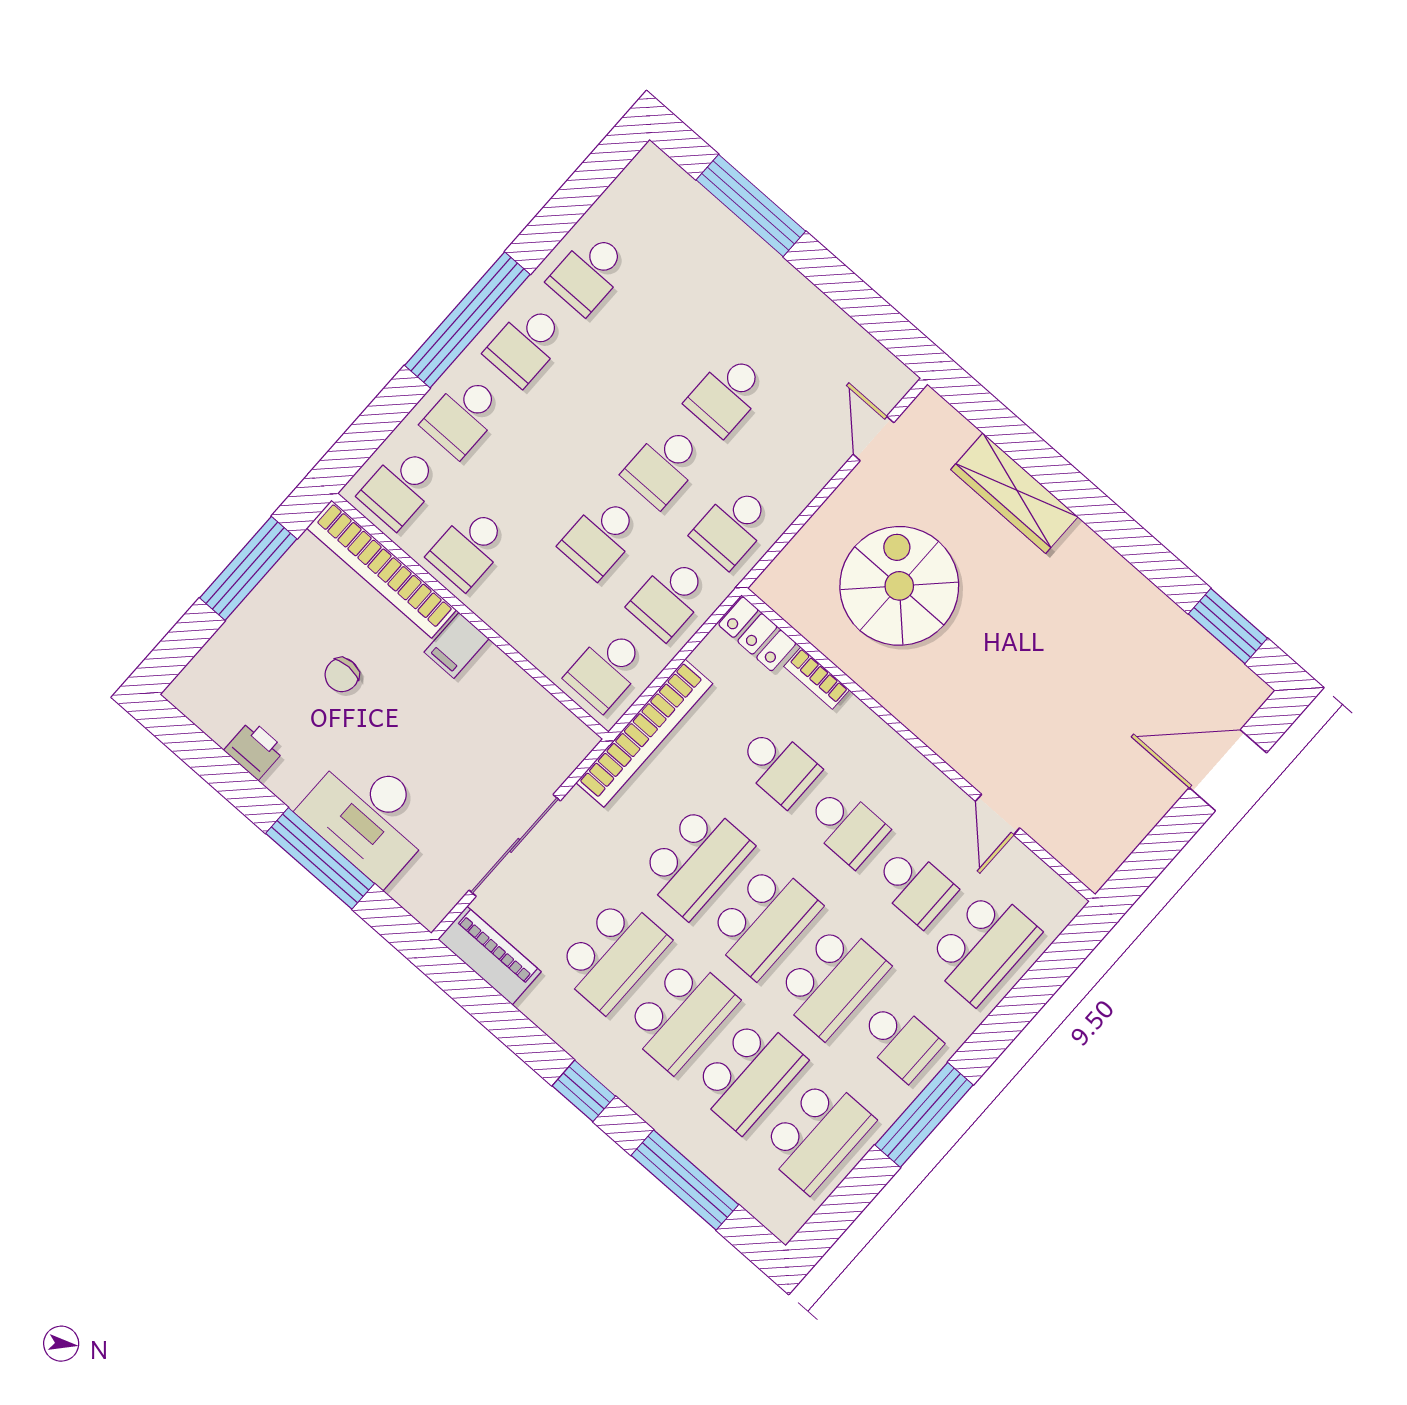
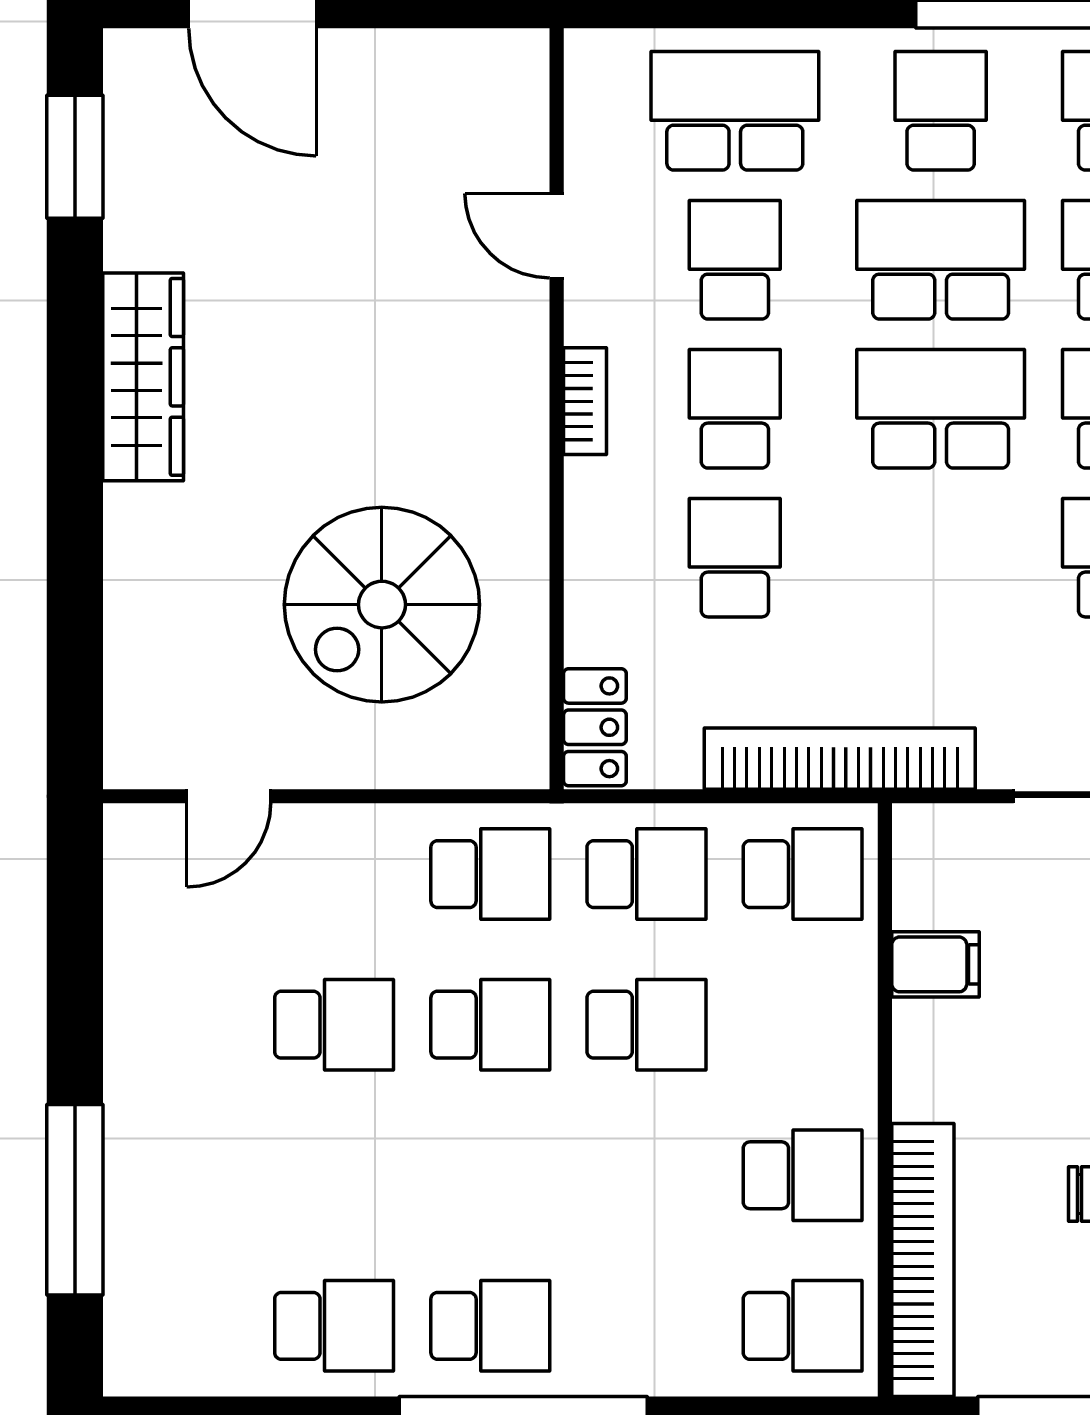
school desk: (463, 416) -> (646, 1326), removed
wardrobe: (1014, 493) -> (143, 377), moved
filing cabinet: (456, 645) -> (935, 964), moved
bookcase: (817, 678) -> (585, 401), moved
door: (998, 815) -> (557, 236), swing flipped
school desk: (695, 860) -> (941, 558), removed

